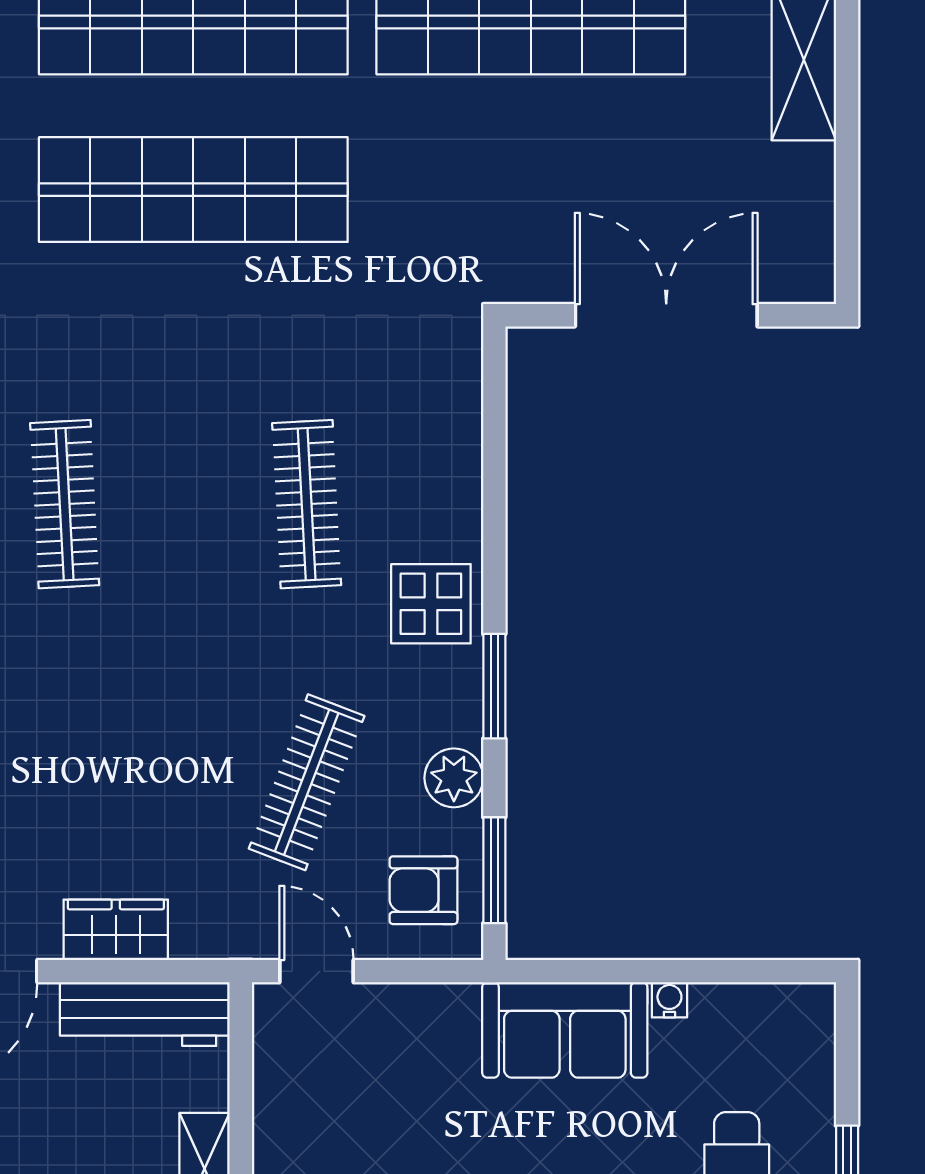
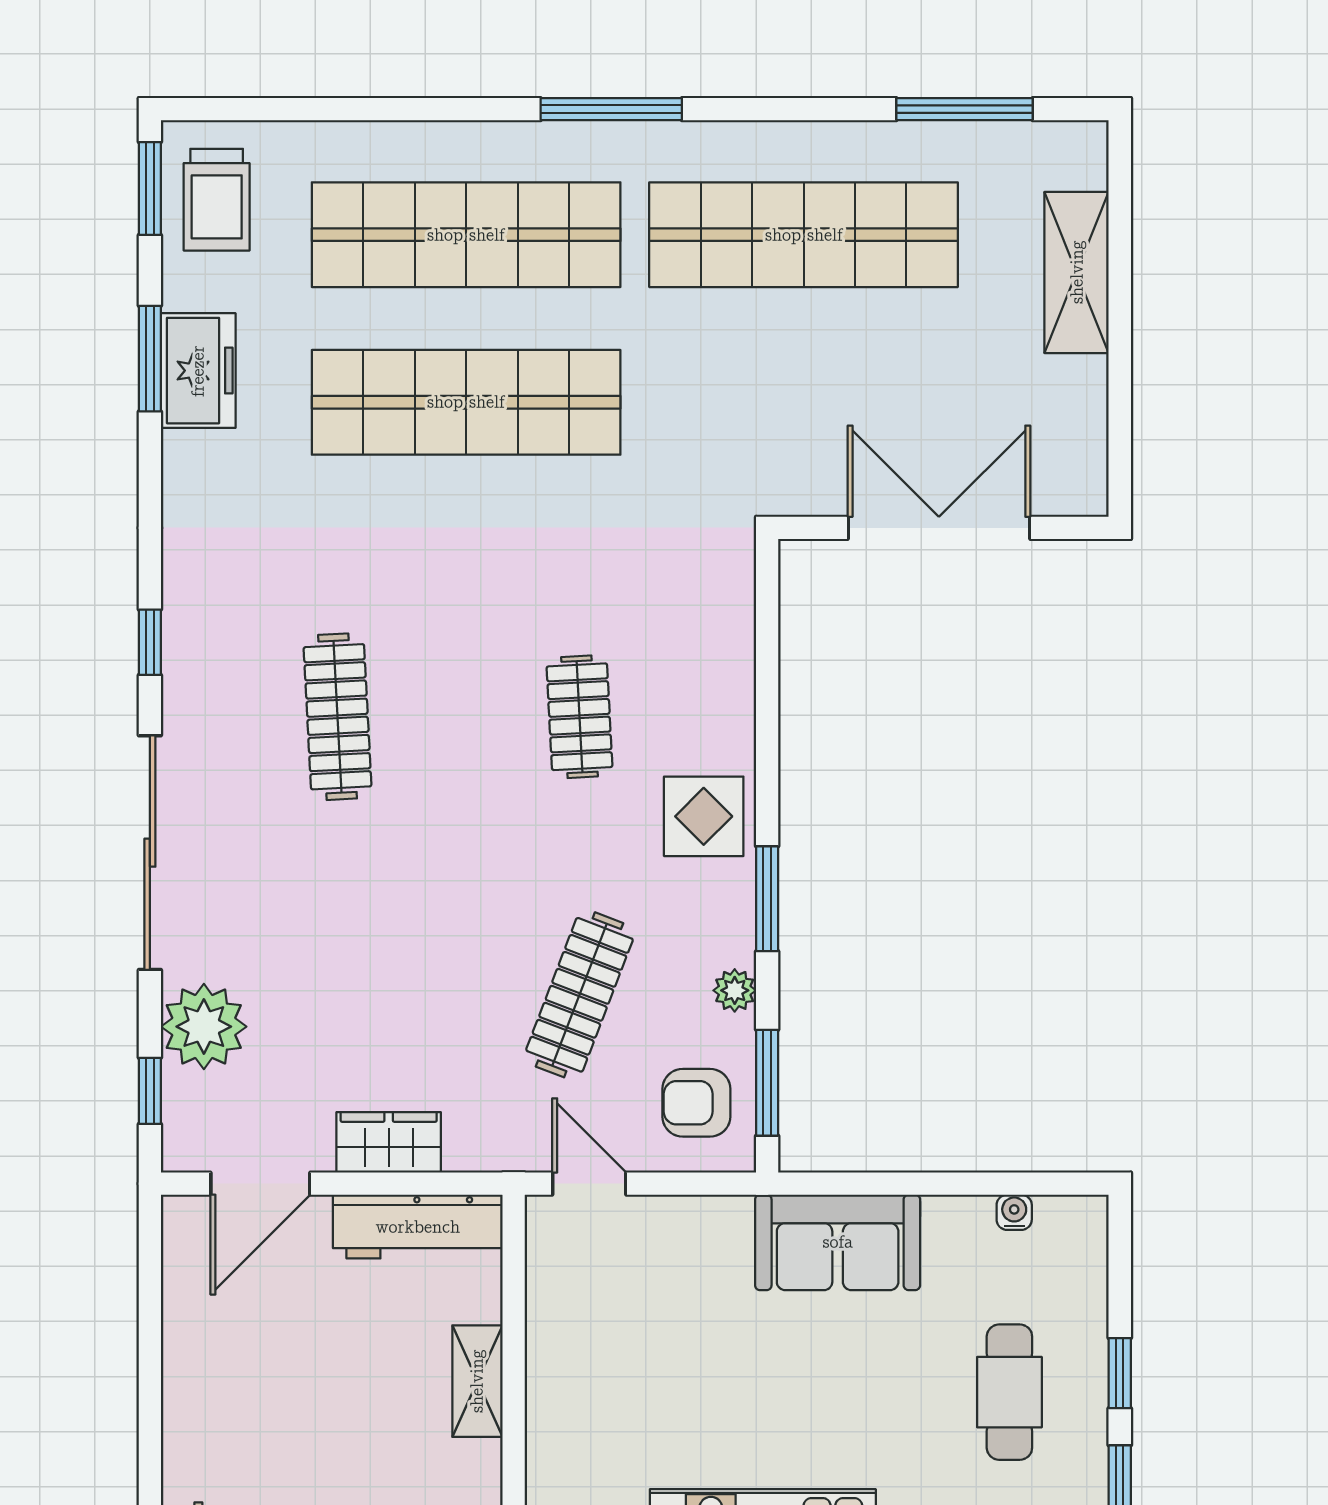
clothes rail: (307, 504) -> (579, 717), width x0.73
plant: (454, 778) -> (735, 990), width x0.73, depth x0.73
water cooler: (669, 1000) -> (1014, 1212), moved

